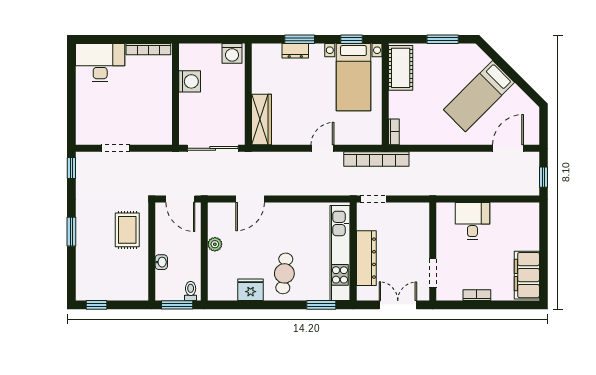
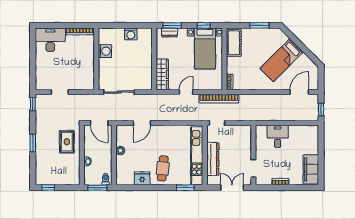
wall: (248, 94) -> (154, 59), moved
wardrobe: (262, 120) -> (162, 74), moved

